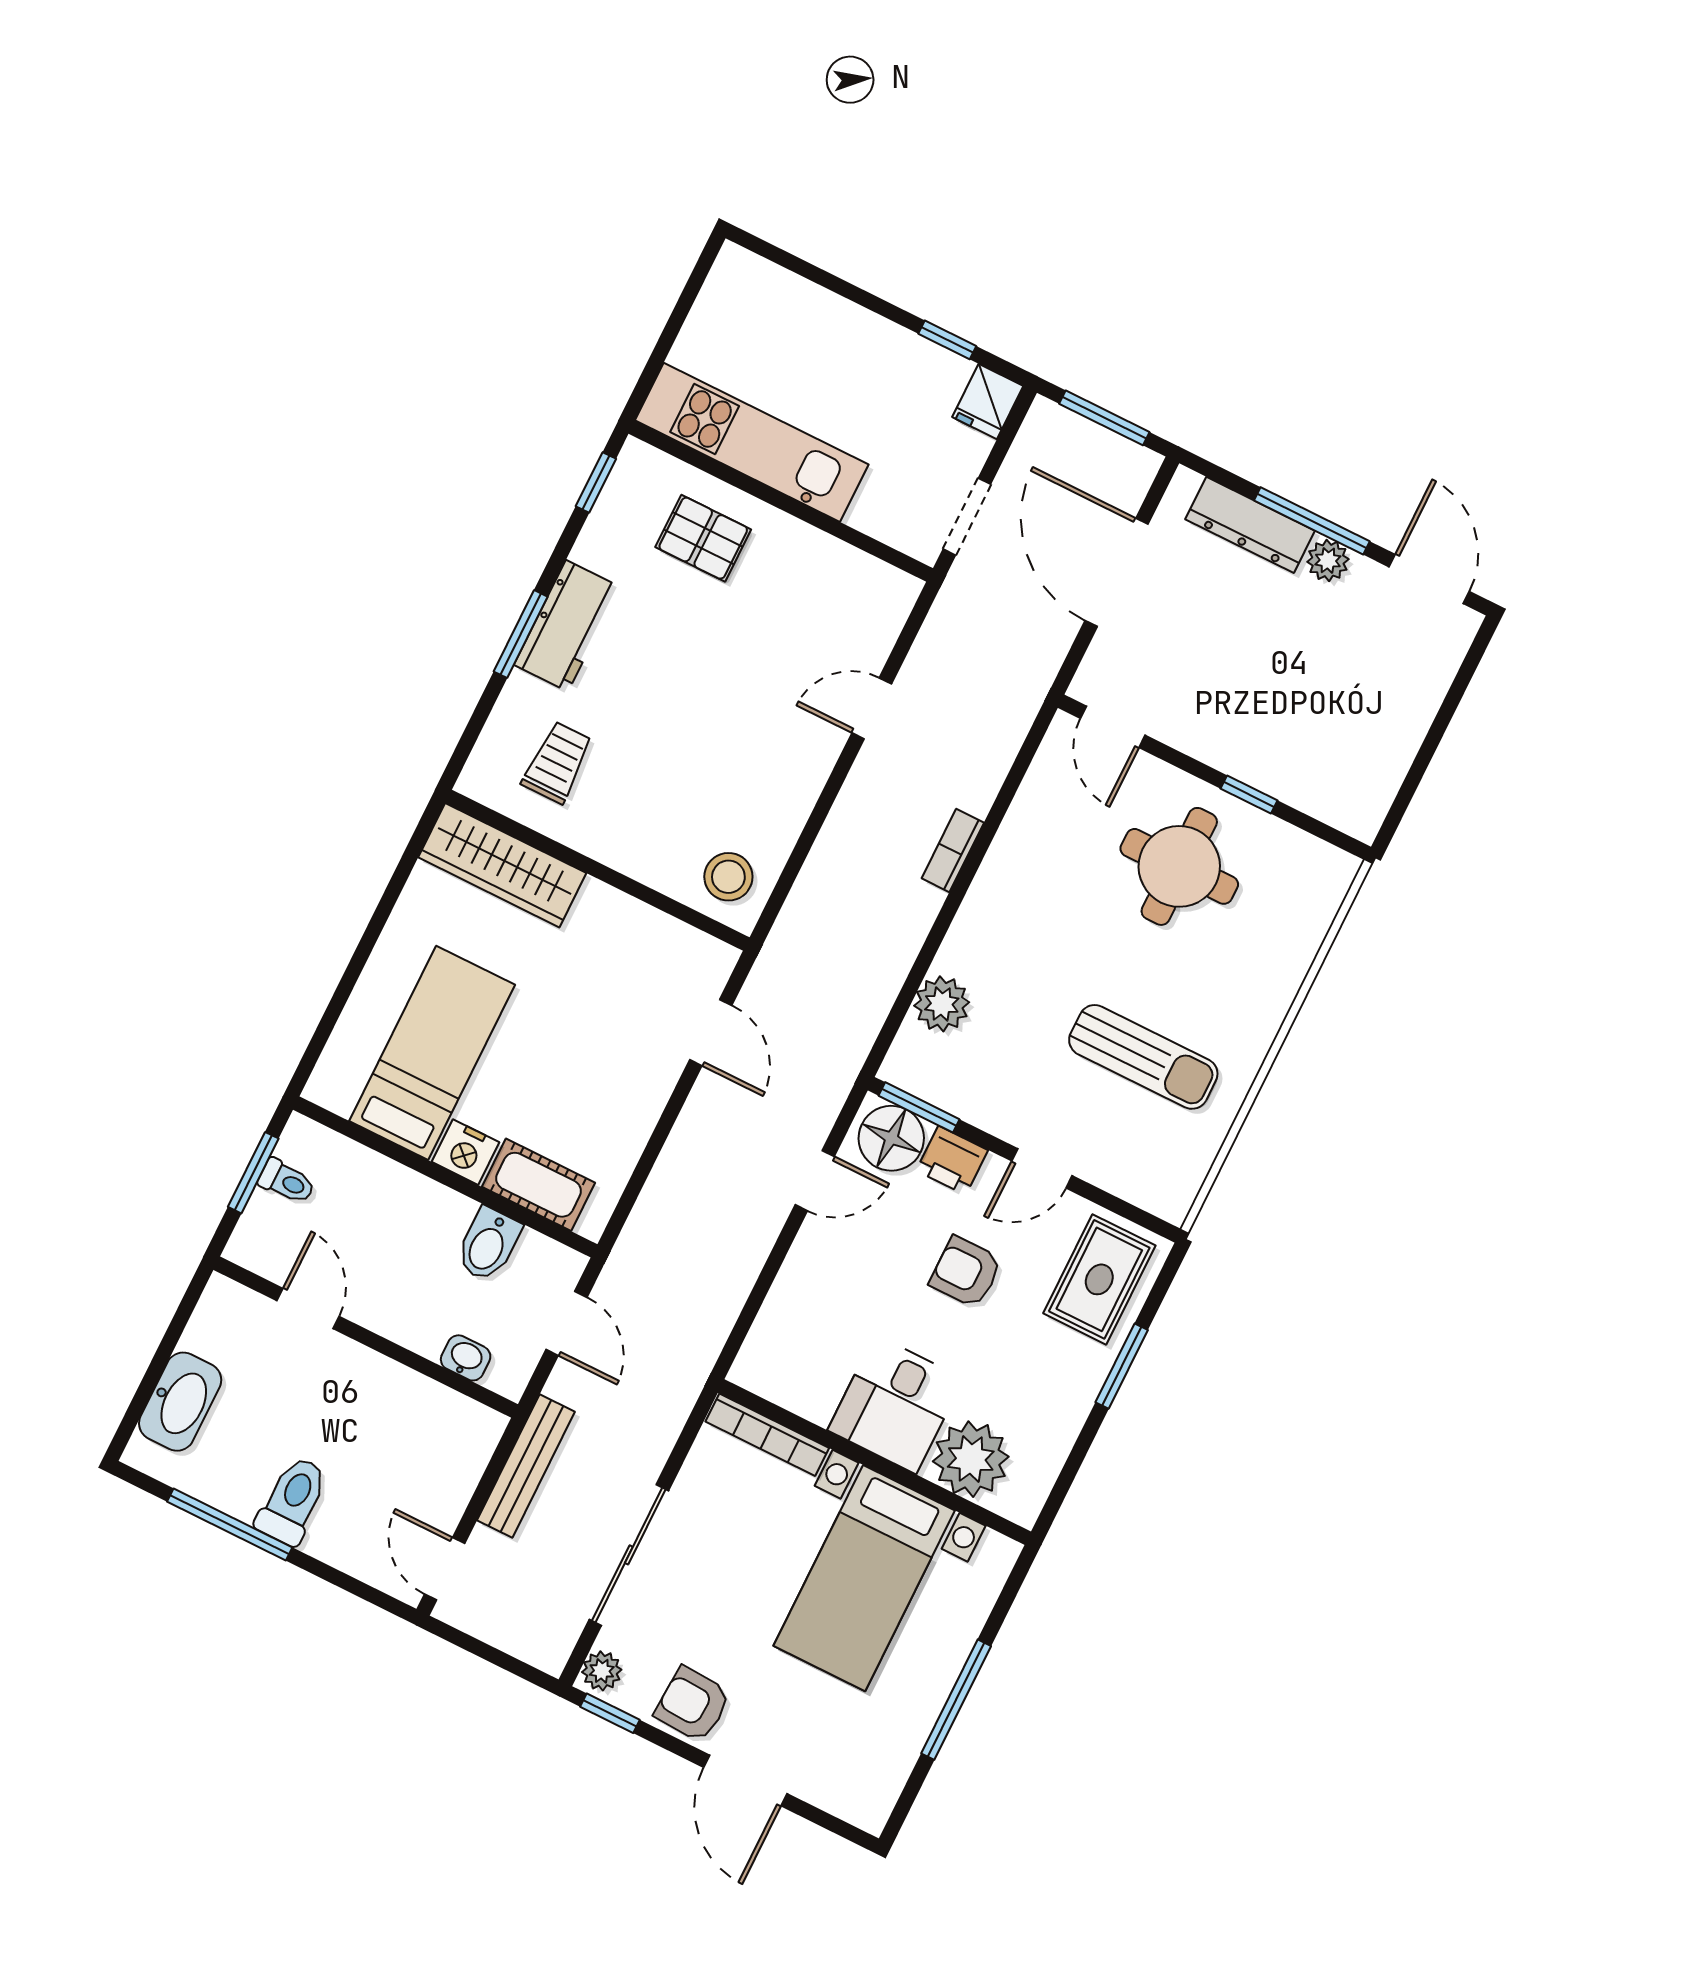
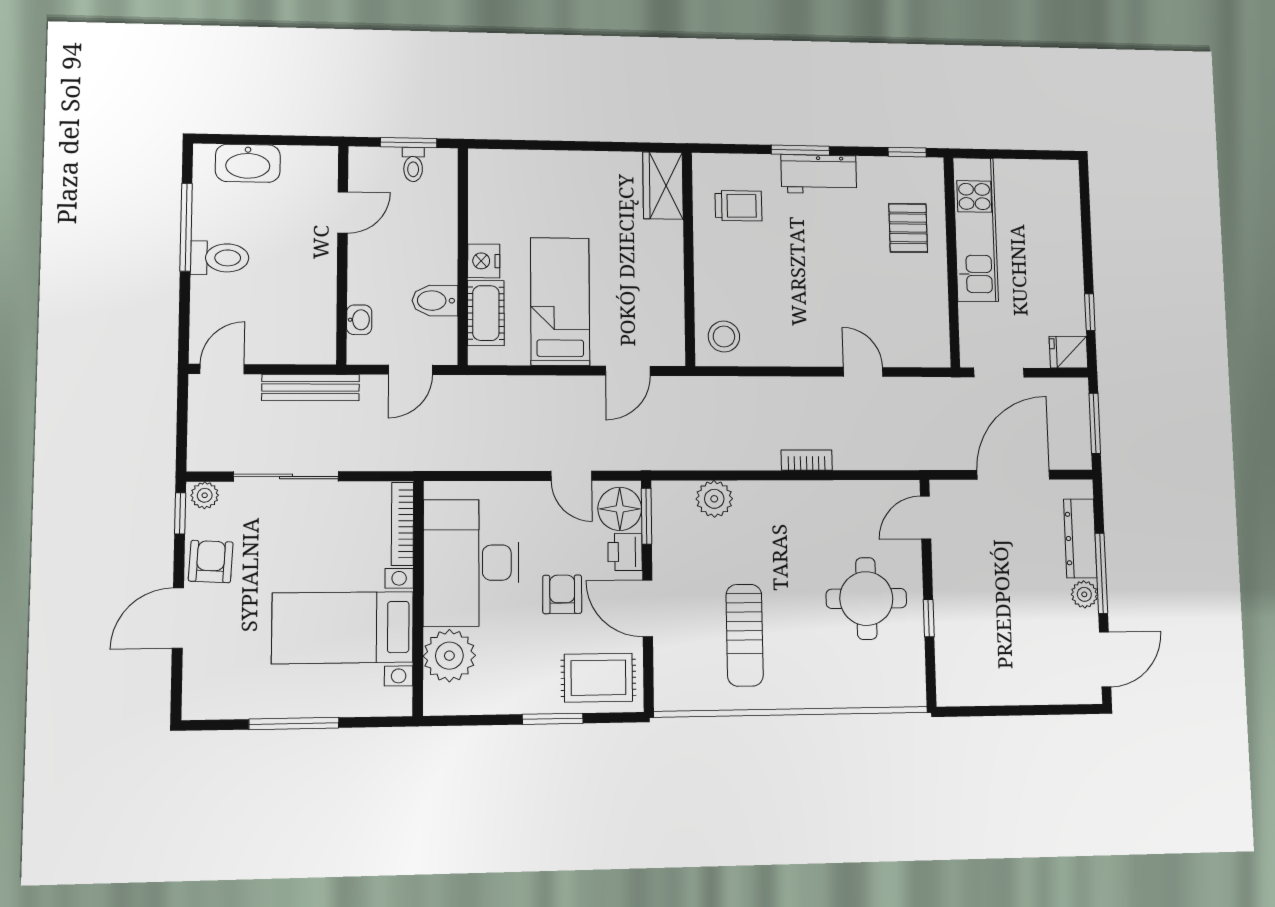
wardrobe: (502, 865) -> (663, 186), width x0.67
bed: (432, 1053) -> (560, 301), moved, turned -90
door: (1042, 1168) -> (648, 608), width x1.38
desk: (895, 1404) -> (471, 563), width x1.87, depth x1.30

